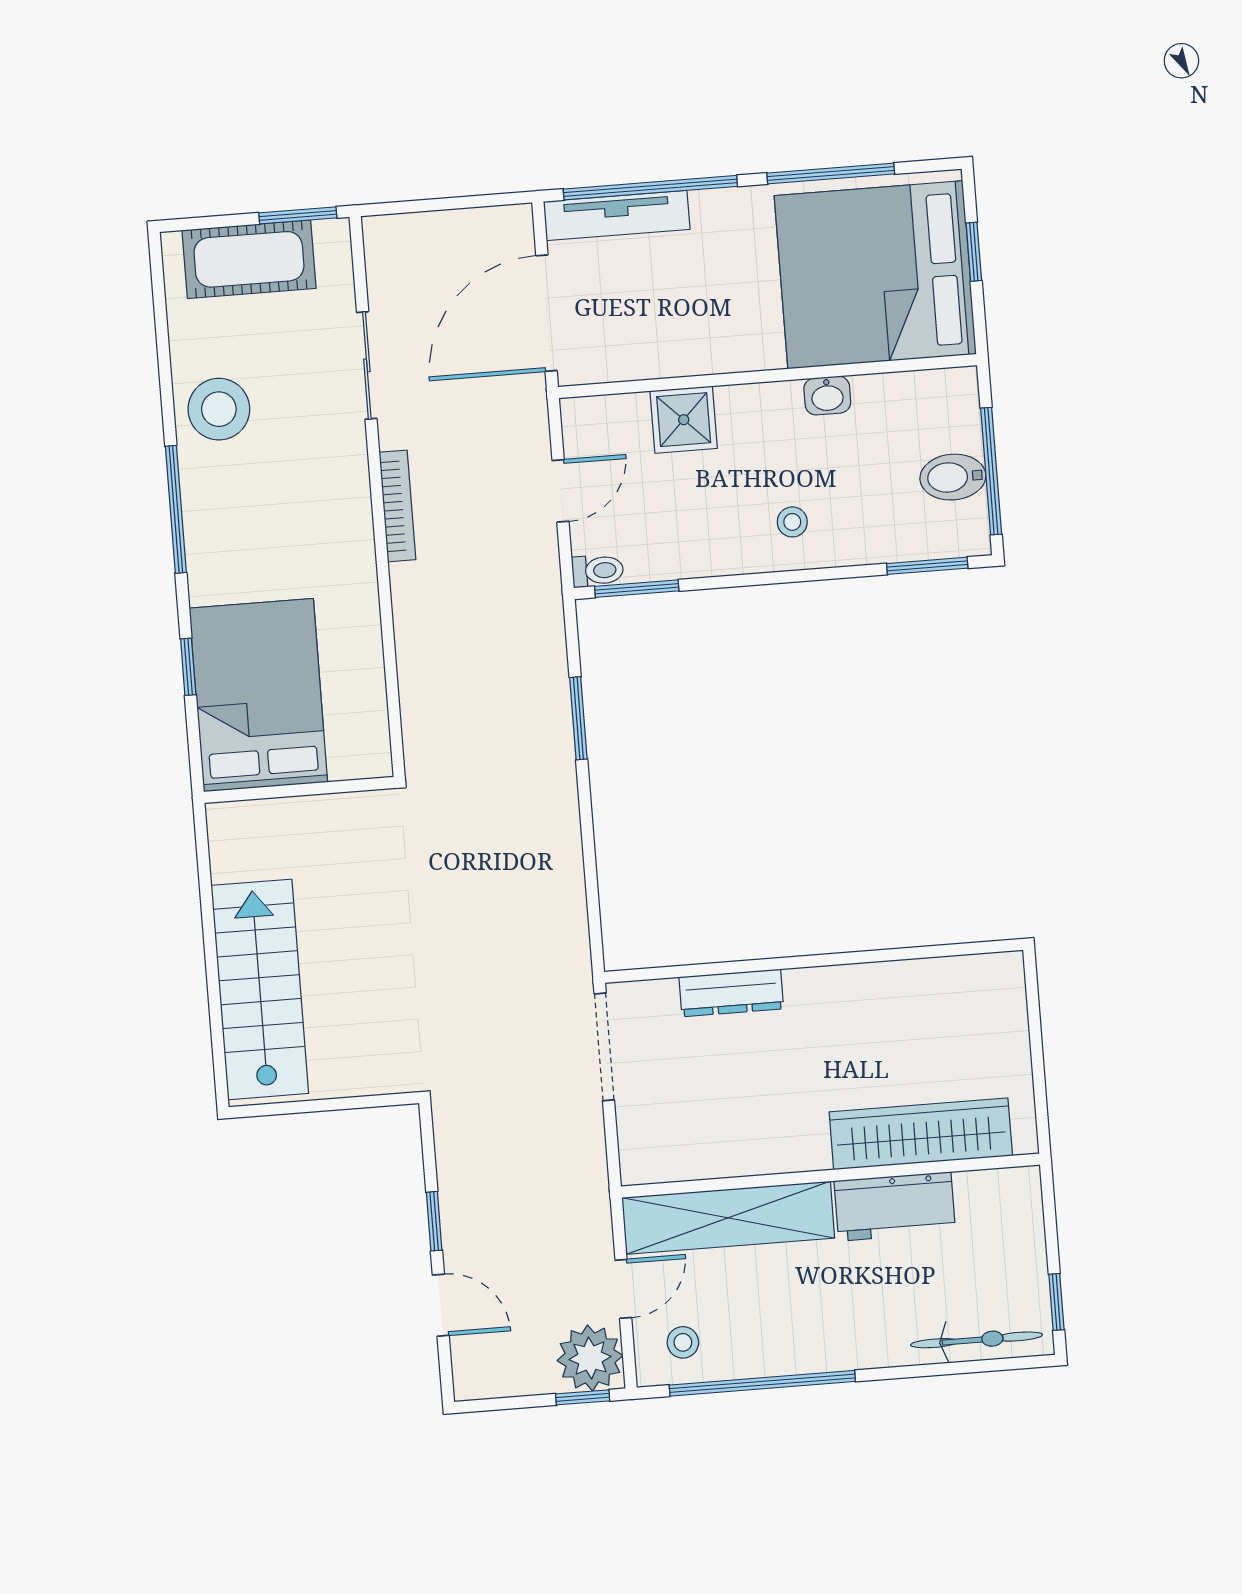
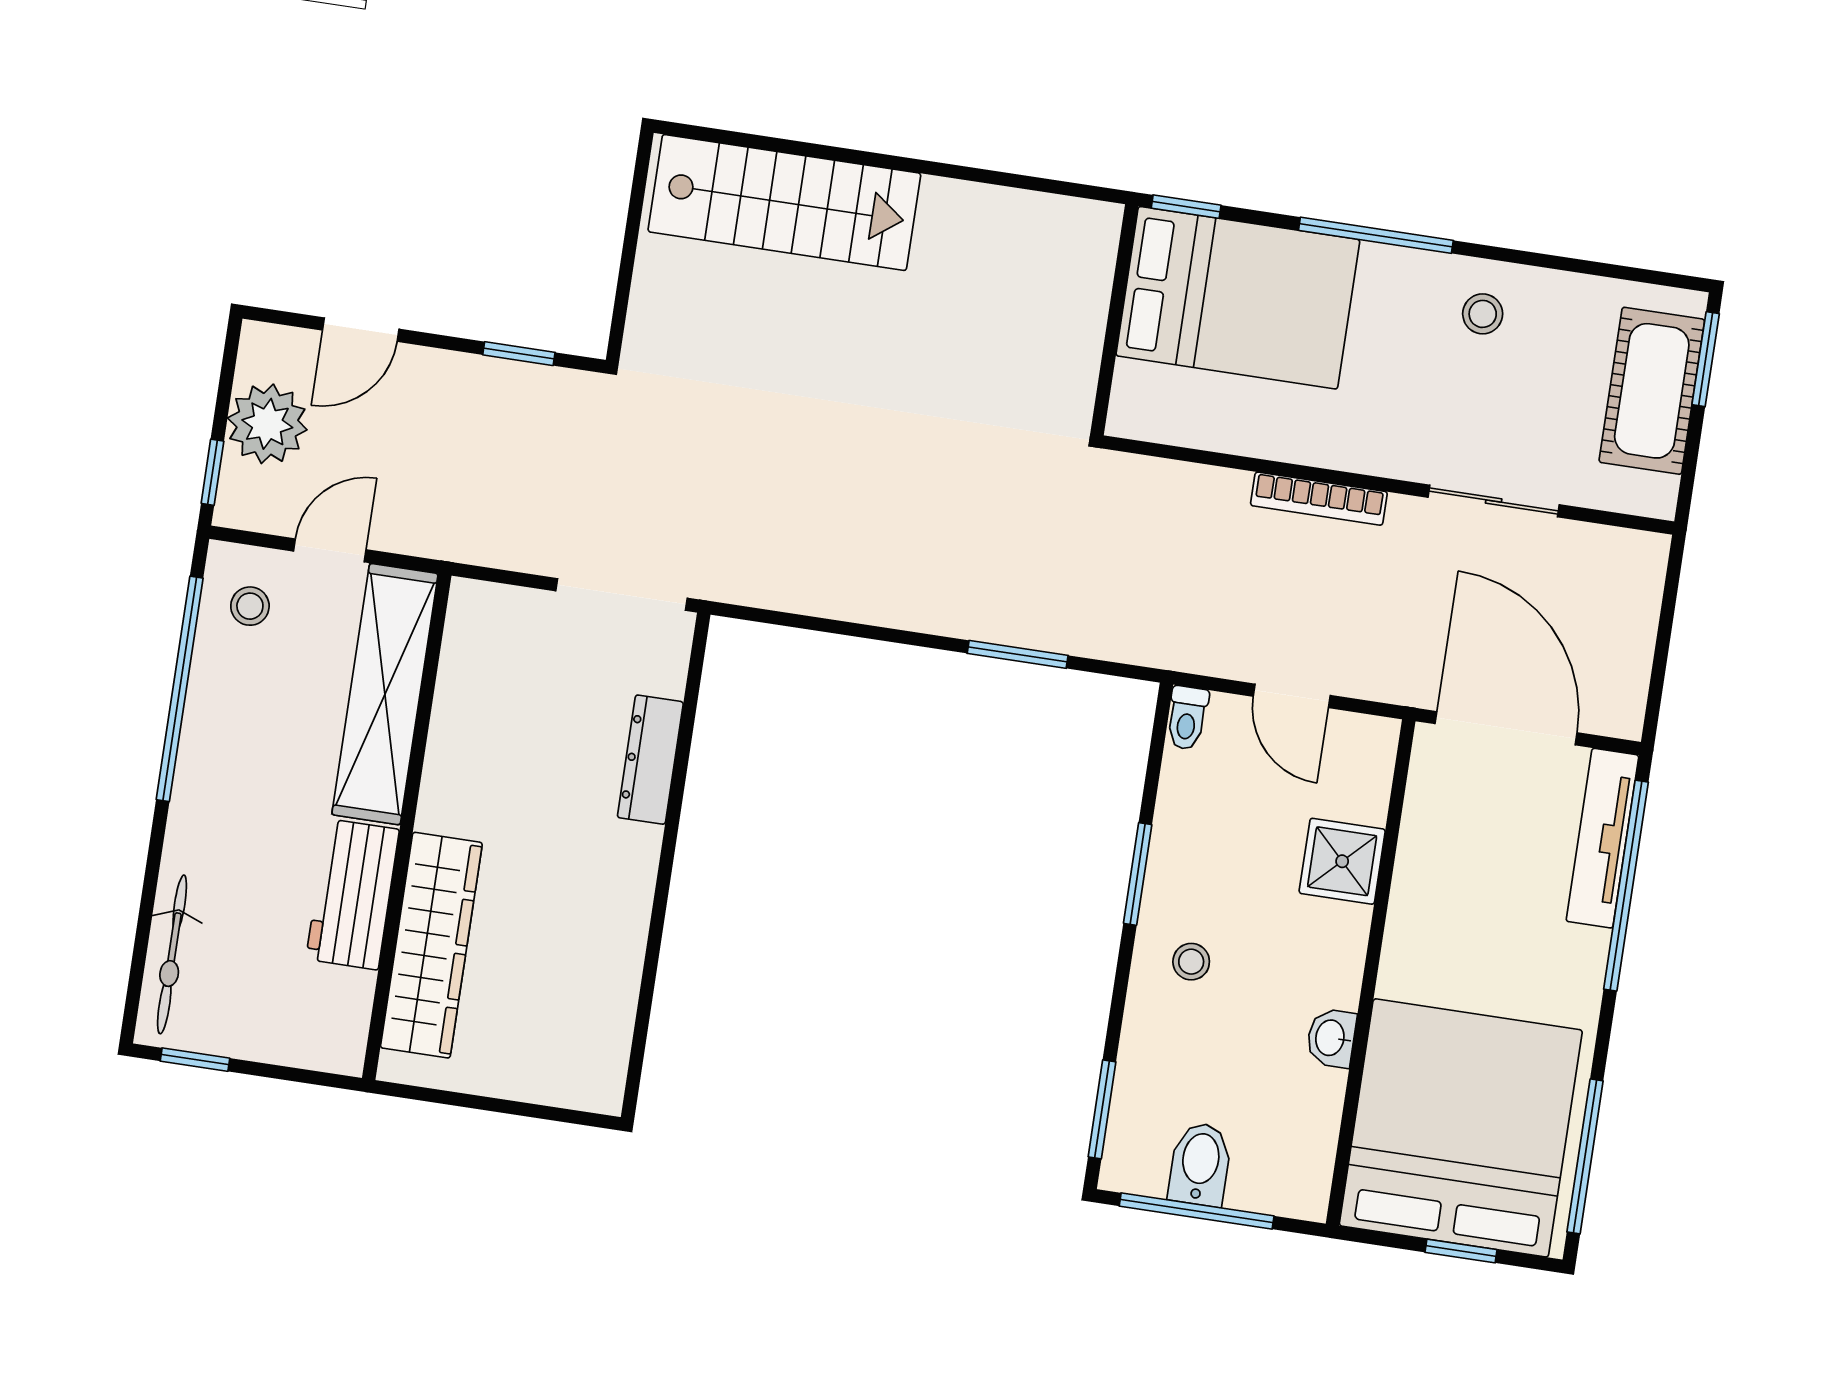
window: (831, 173) -> (1585, 1156), moved
window: (298, 215) -> (1706, 359), moved
stool: (219, 409) -> (1483, 314), width x0.53, depth x0.53
window: (637, 589) -> (1138, 874), moved
bed: (258, 695) -> (1238, 298), moved
wall: (299, 790) -> (1114, 320), moved
window: (434, 1221) -> (519, 354), moved
door: (623, 1289) -> (330, 550), swing flipped
plant: (590, 1358) -> (267, 424), moved

